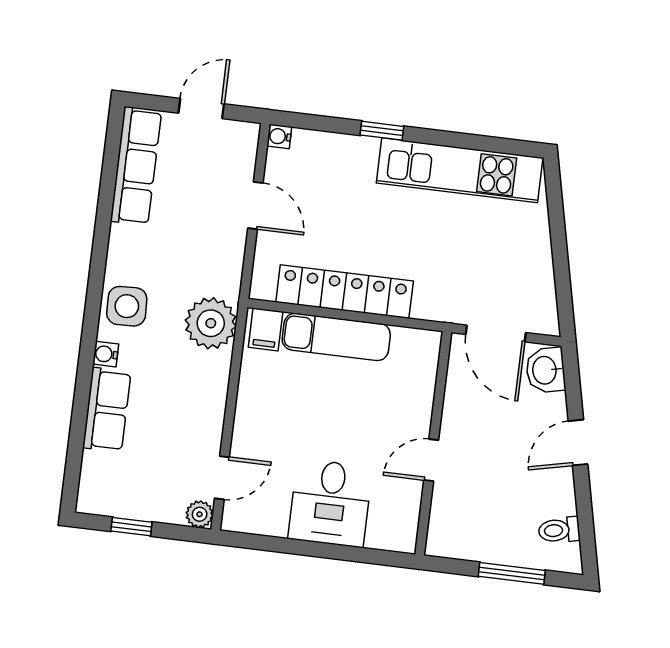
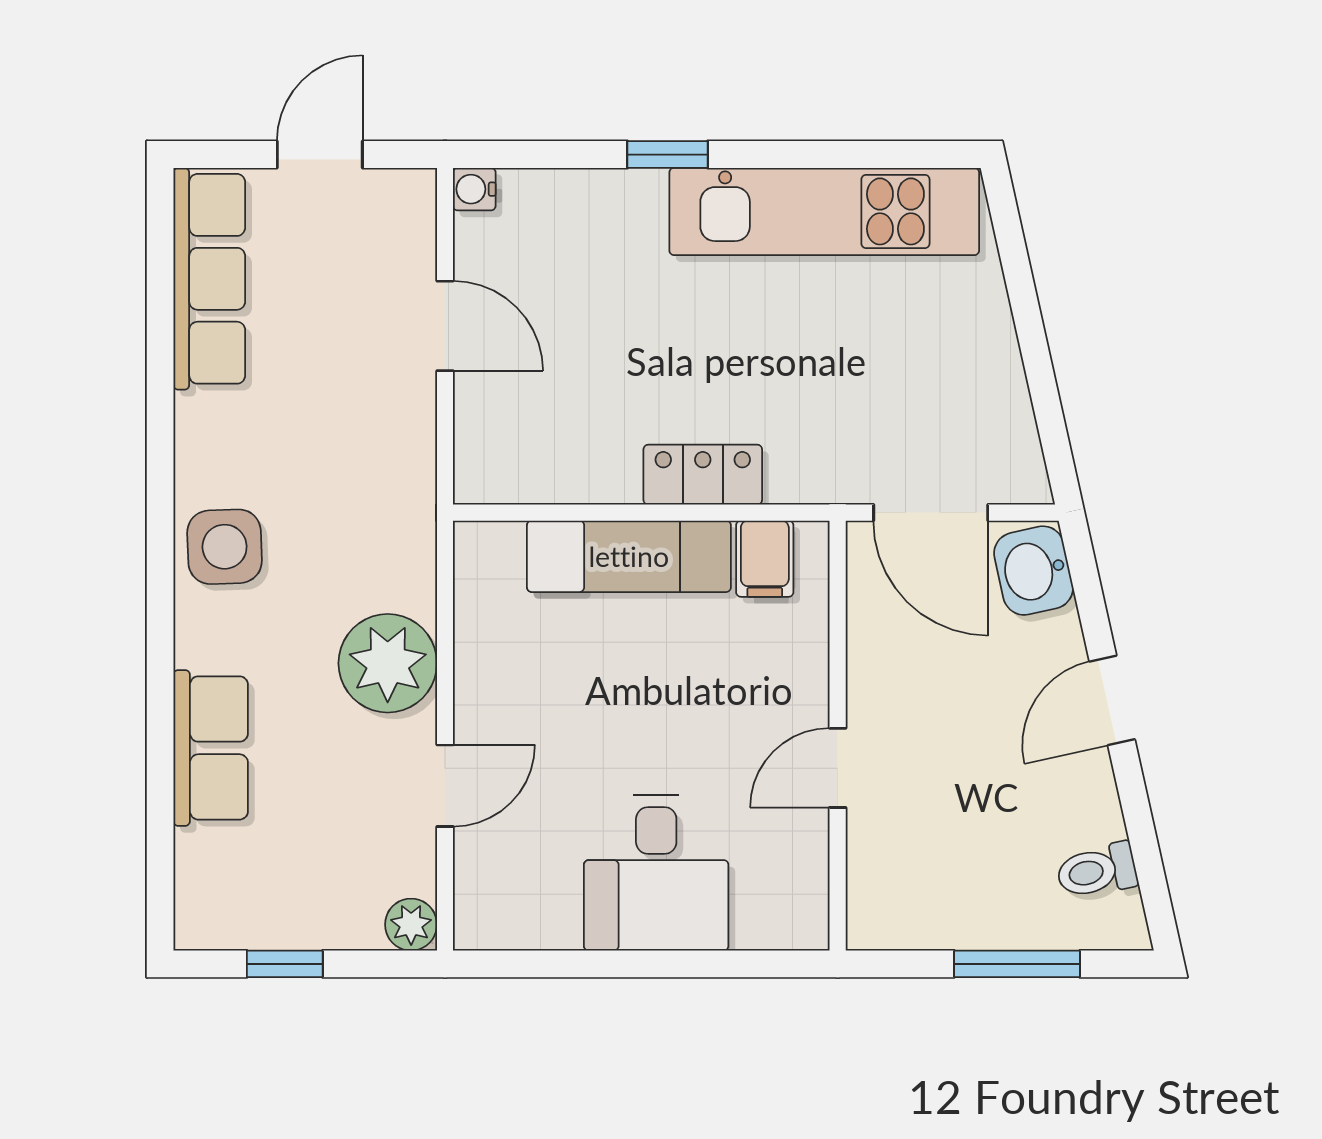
locker: (345, 292) -> (703, 475), width x0.46, depth x0.83
plant: (211, 323) -> (388, 663), moved
filing cabinet: (266, 330) -> (765, 559), moved
water cooler: (106, 354) -> (196, 643), removed
door: (222, 478) -> (445, 786), moved

